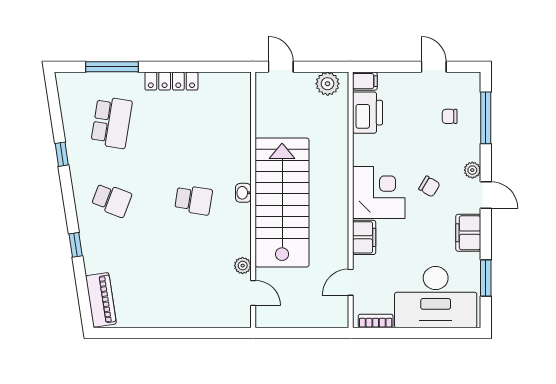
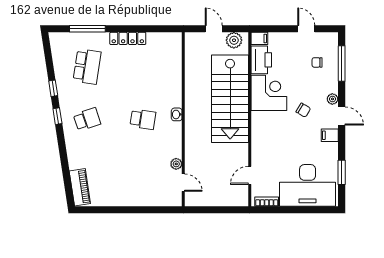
door: (281, 67) -> (214, 29), moved
corner desk: (379, 192) -> (269, 93), moved
school desk: (112, 200) -> (87, 119), turned -39
stairs: (282, 203) -> (230, 99), moved, turned 180
filing cabinet: (468, 233) -> (330, 135), width x0.50
filing cabinet: (364, 237) -> (259, 145), removed
window: (76, 245) -> (57, 116), moved

